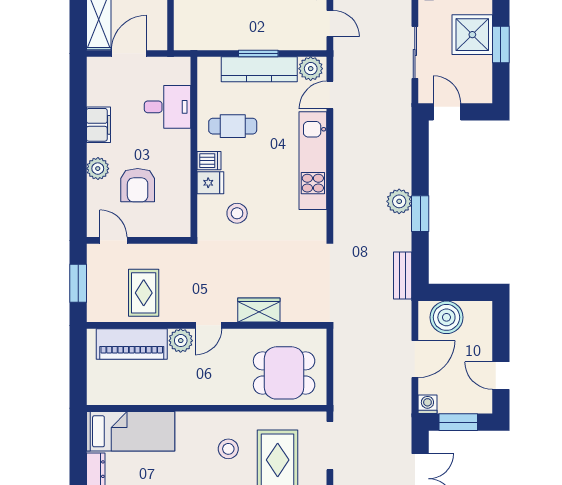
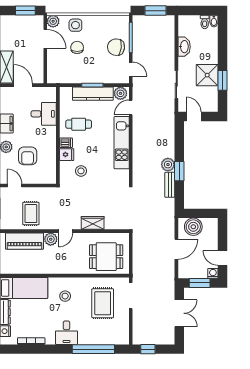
door: (129, 53) -> (23, 85), hinge flipped
bench: (403, 275) -> (170, 185), moved
washing machine: (427, 404) -> (213, 273), moved
stool: (228, 449) -> (65, 296), moved

